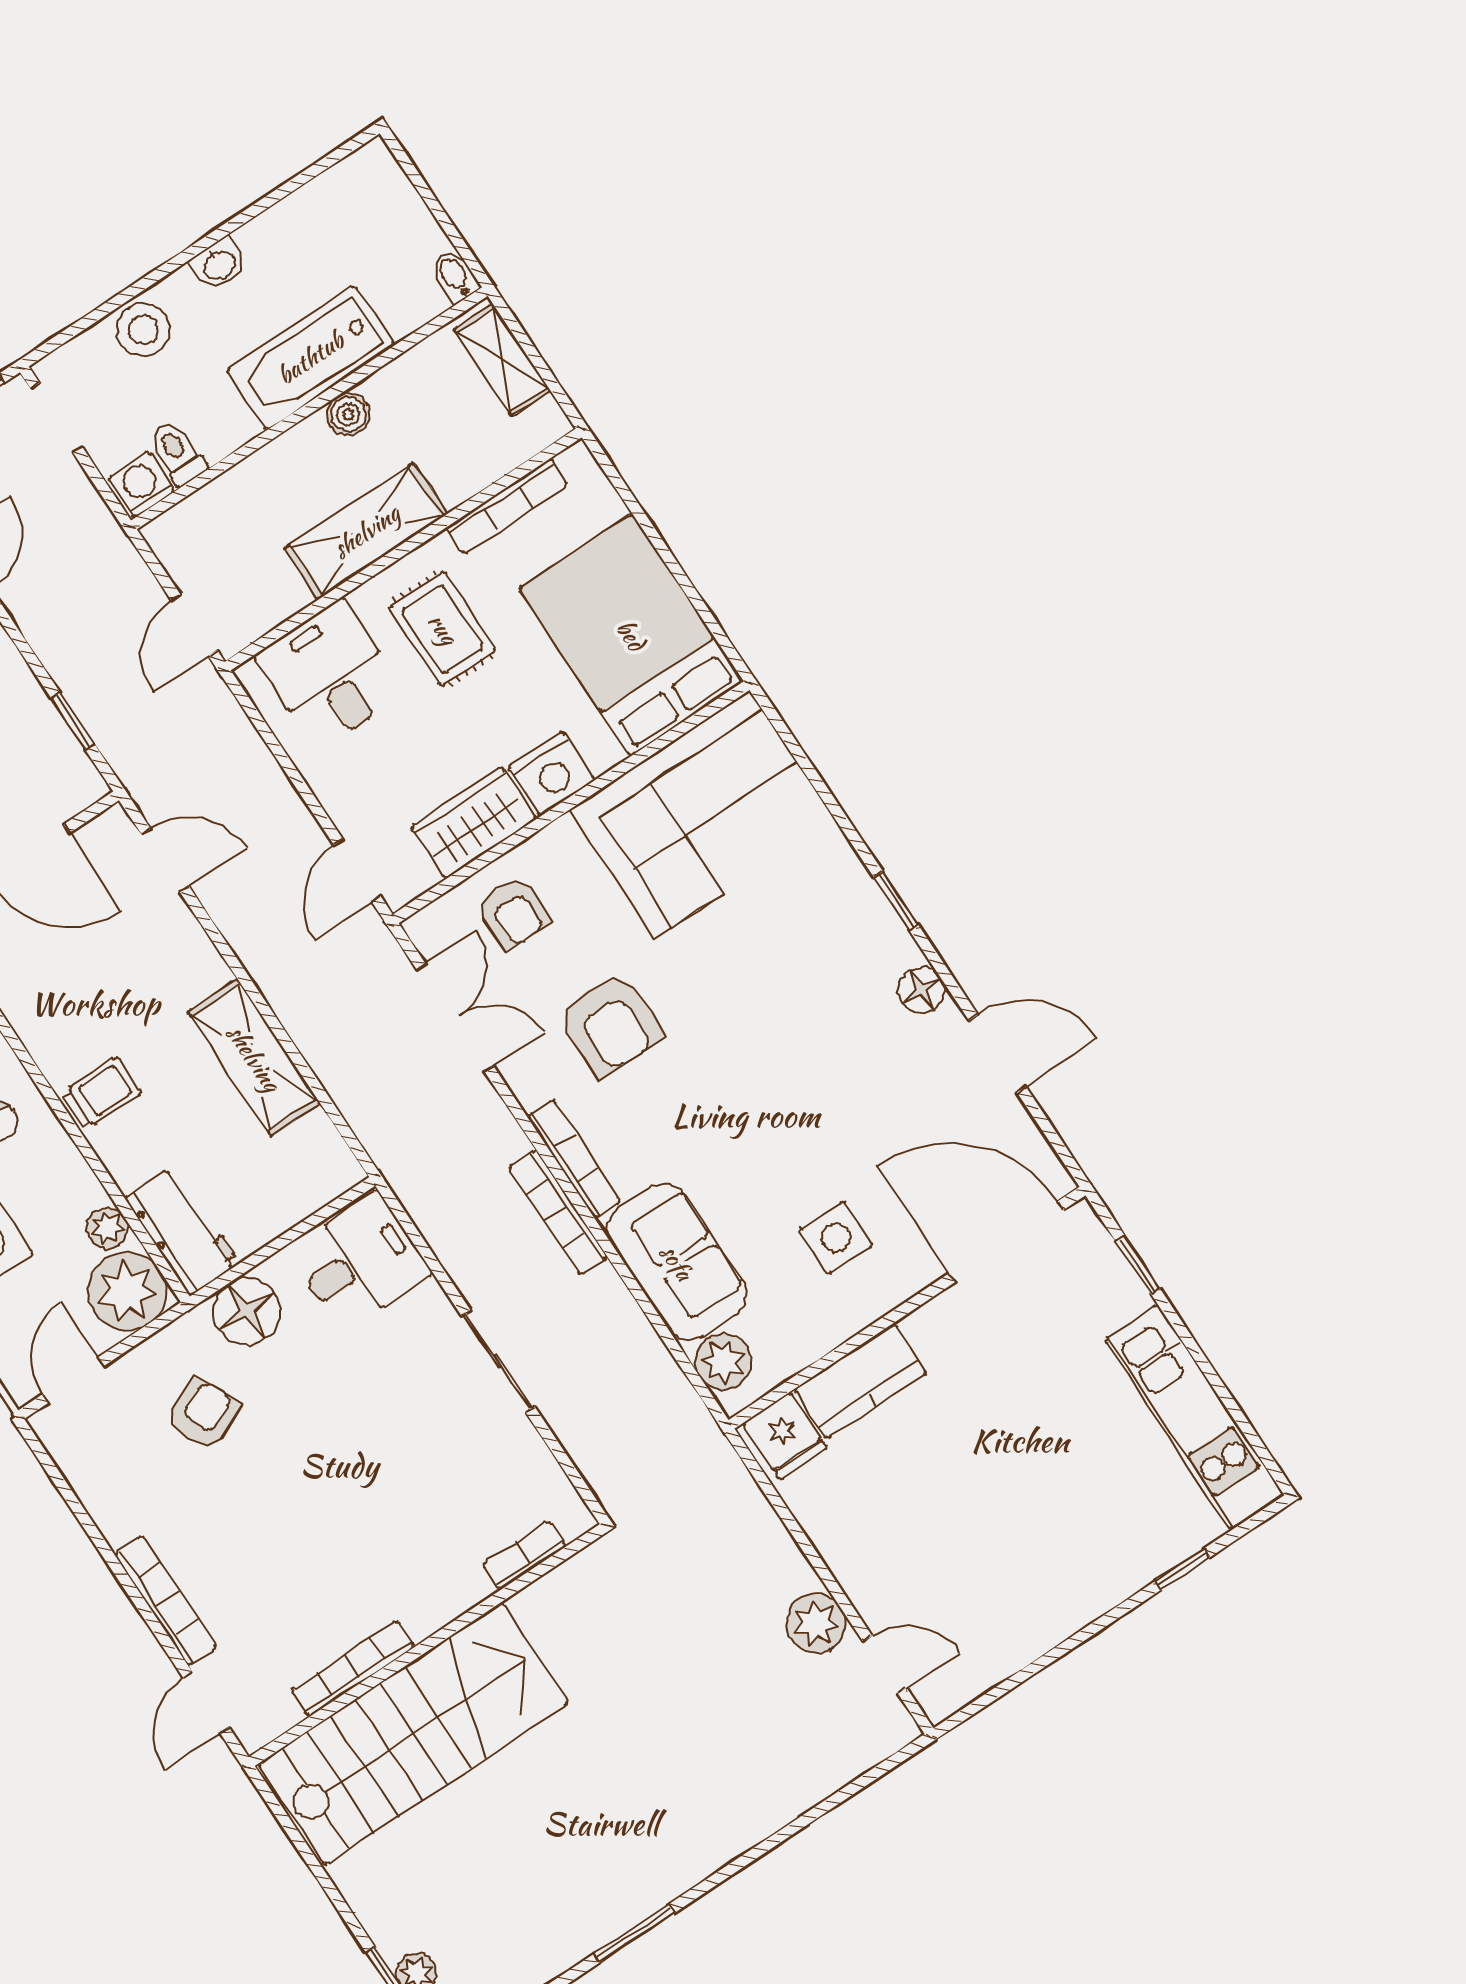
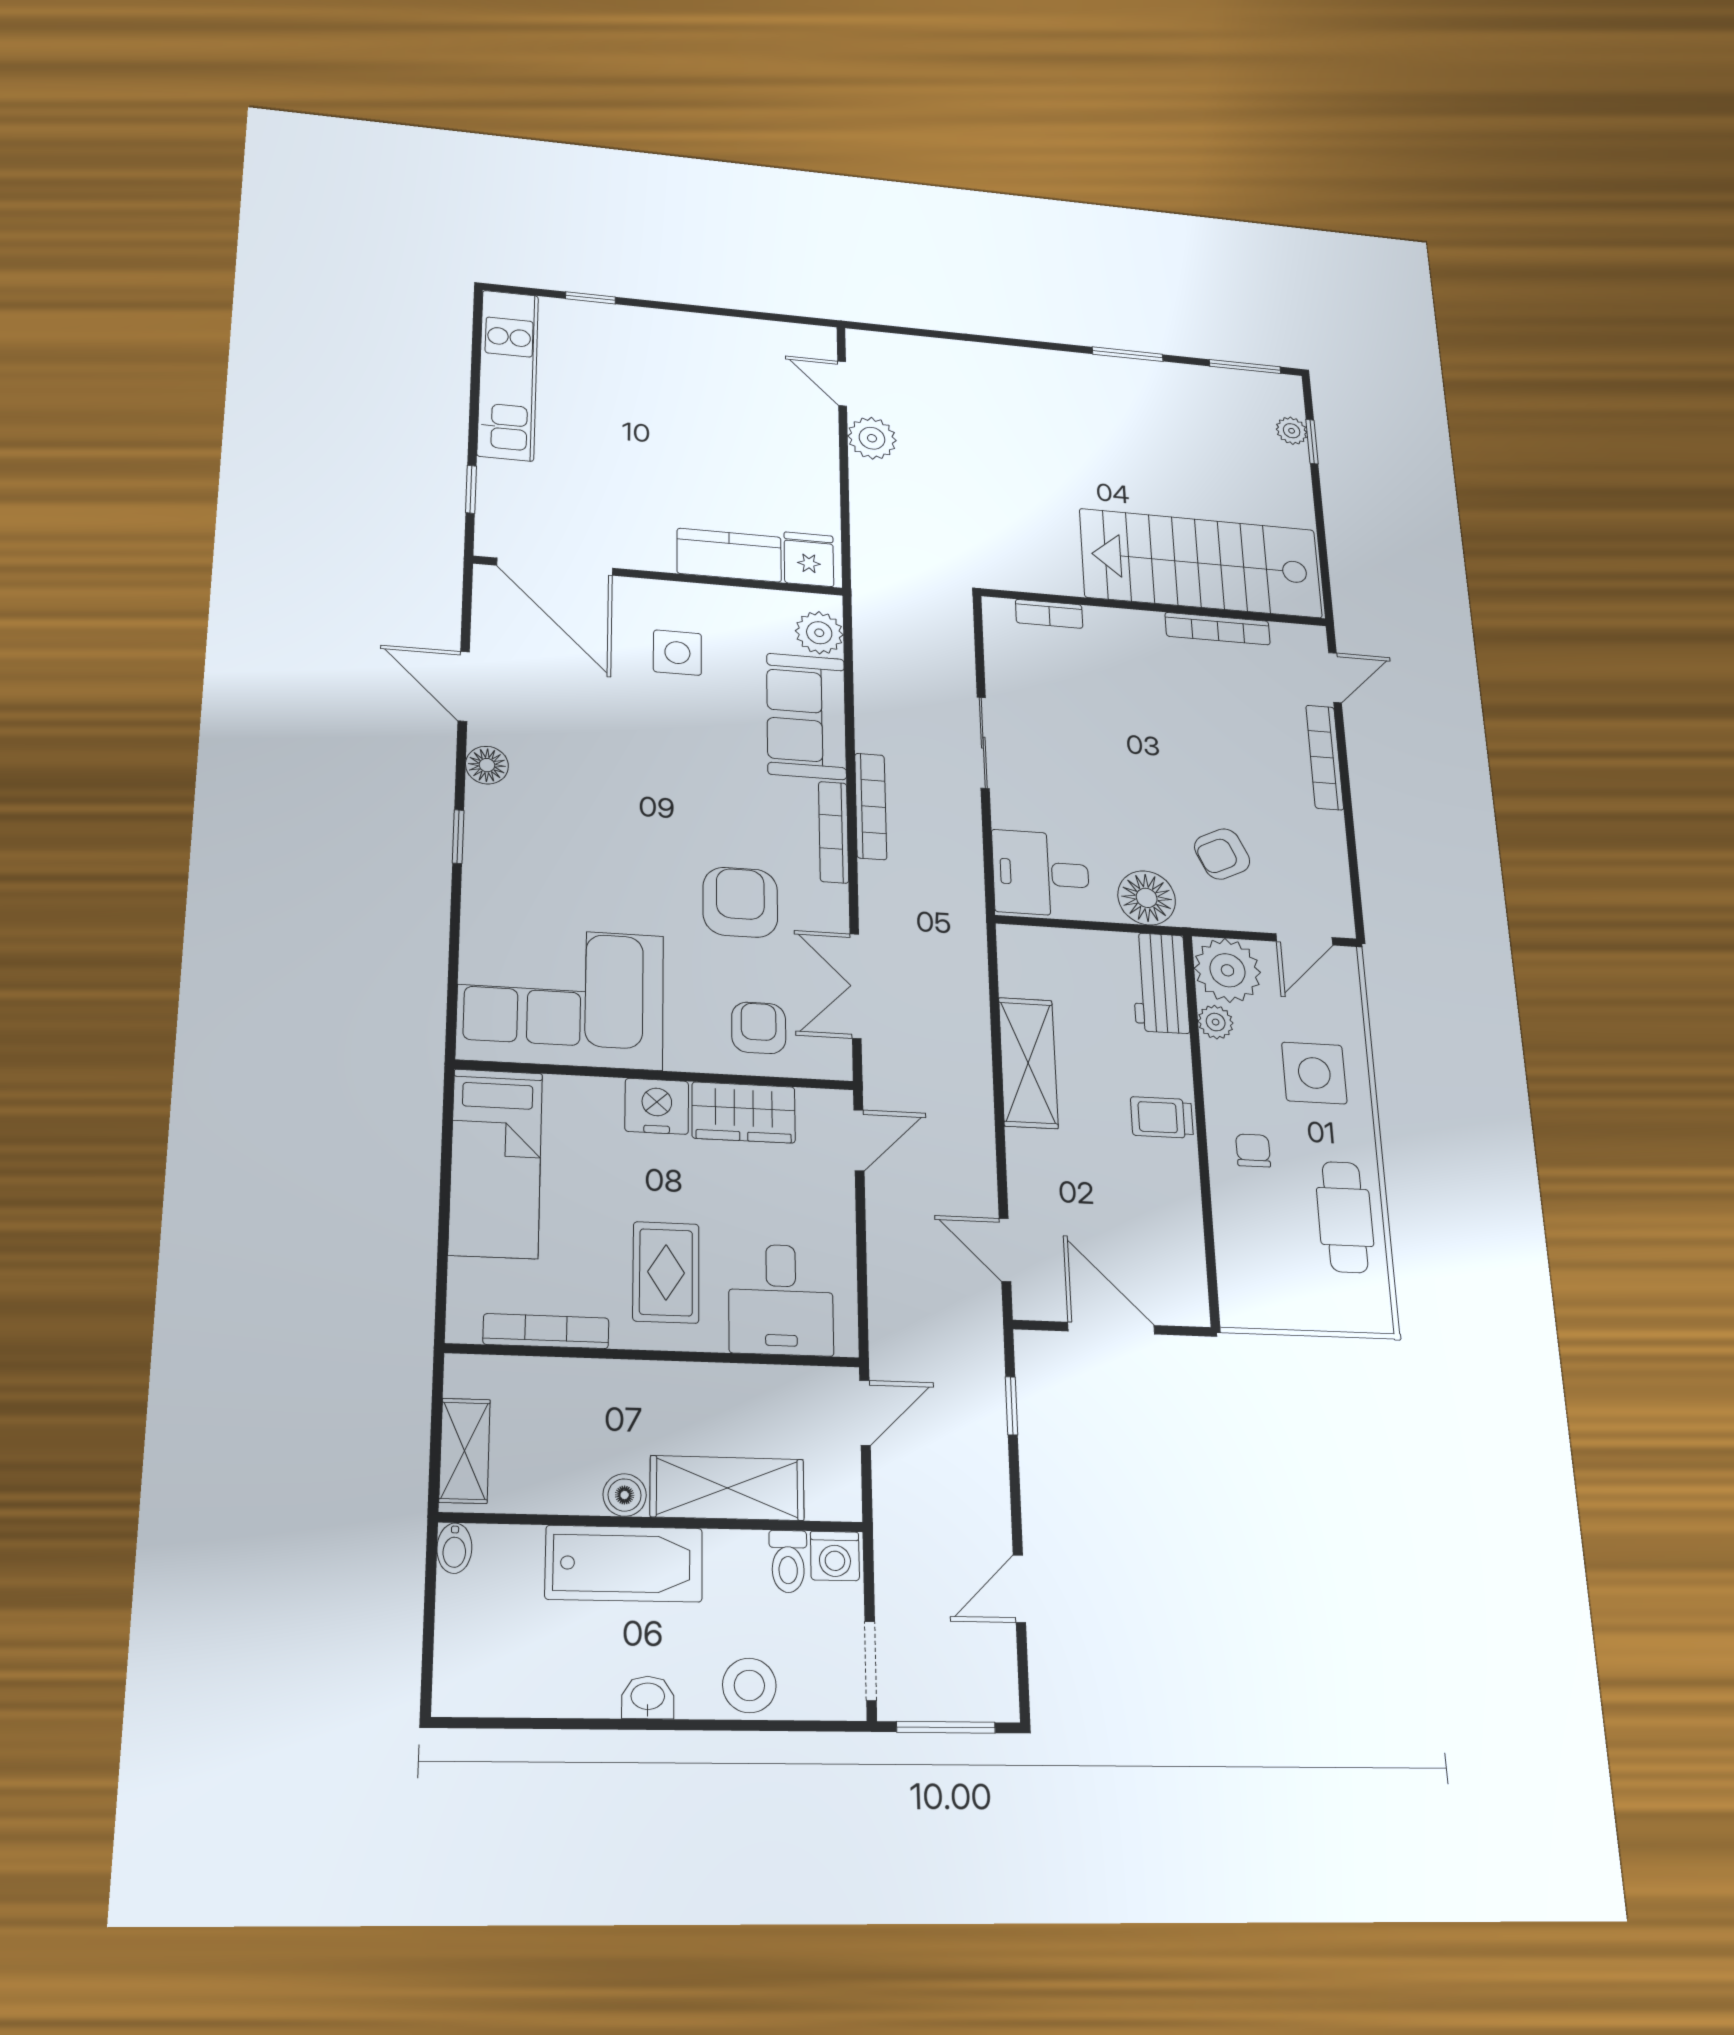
shelving: (366, 531) -> (727, 1488), moved
bed: (631, 635) -> (496, 1163), width x0.67

